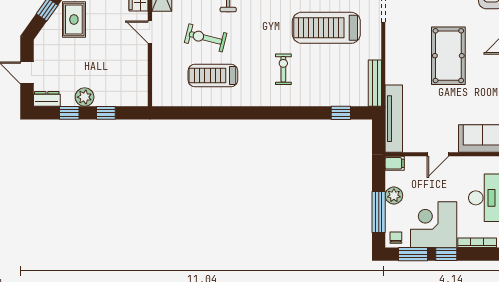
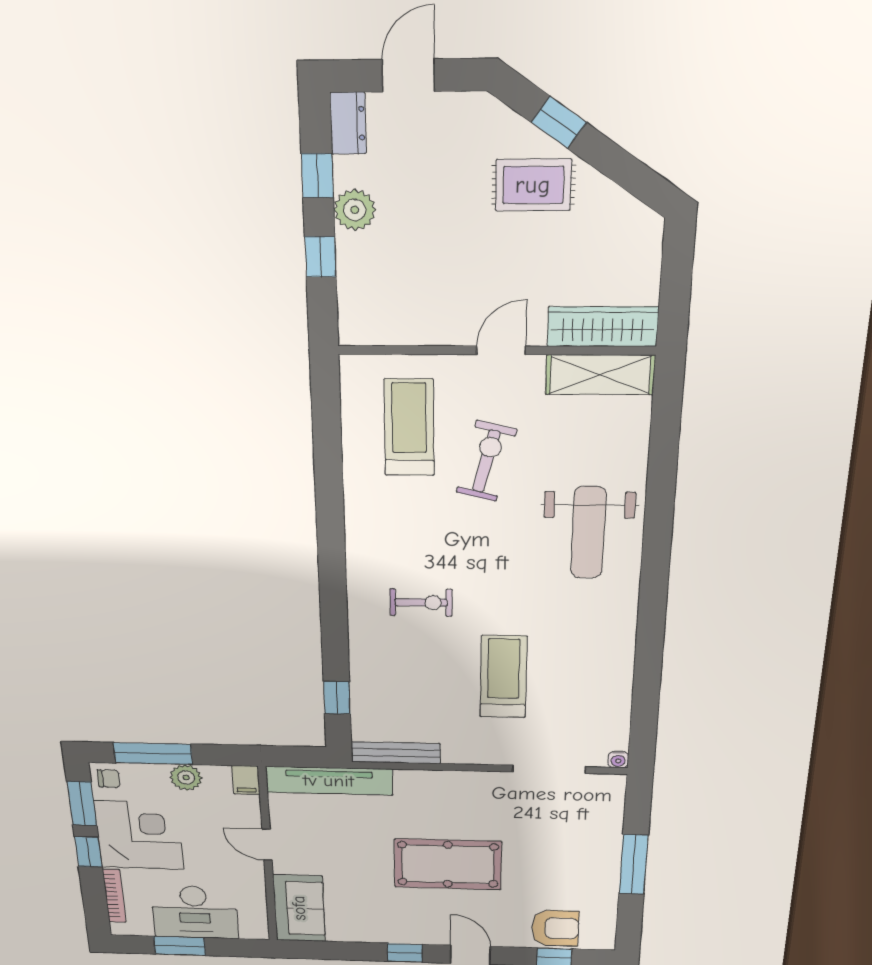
treadmill: (326, 28) -> (503, 677), width x0.73, depth x0.73
treadmill: (213, 75) -> (409, 428), moved

